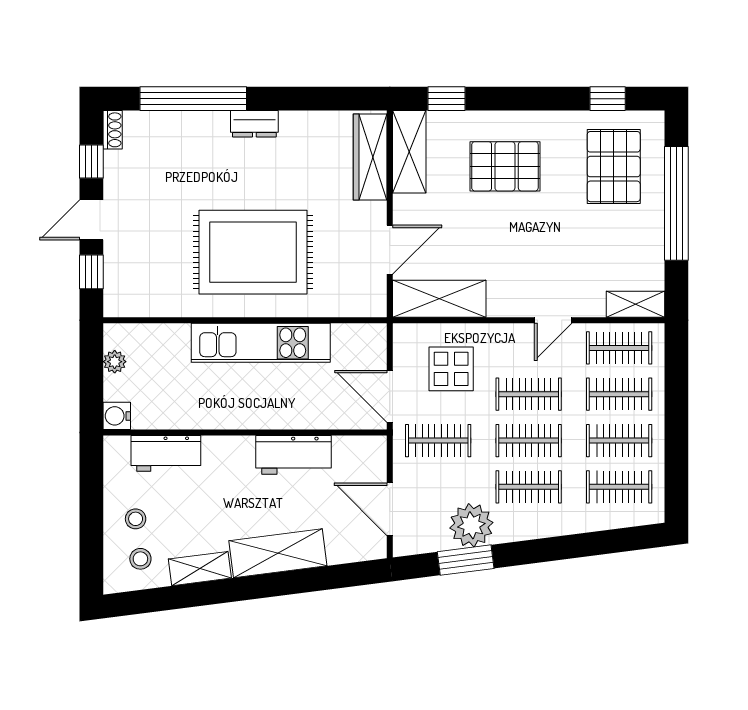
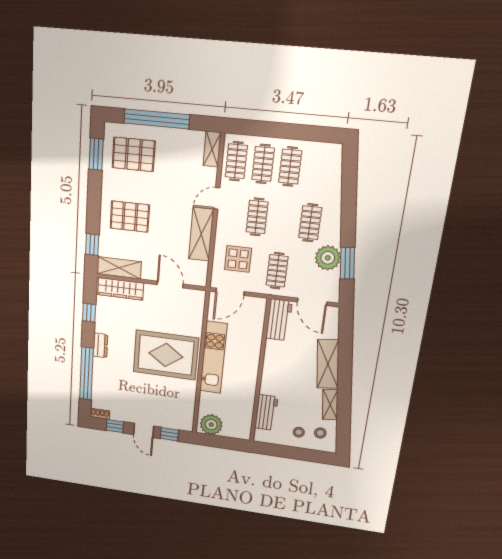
window: (316, 99) -> (89, 313), added
window: (608, 99) -> (96, 154), width x1.50
pallet: (505, 166) -> (130, 217), turned 90
rug: (253, 252) -> (166, 355), turned 90
shelving: (439, 299) -> (201, 234), moved
door: (553, 320) -> (217, 198), swing flipped
plant: (115, 362) -> (211, 425), width x1.87, depth x1.87
door: (390, 396) -> (230, 292), moved
water cooler: (117, 416) -> (244, 433), removed
clothes rail: (529, 441) -> (283, 220), removed
workbench: (294, 455) -> (279, 320), moved
clothes rail: (619, 487) -> (318, 169), removed
door: (390, 509) -> (312, 302), hinge flipped

